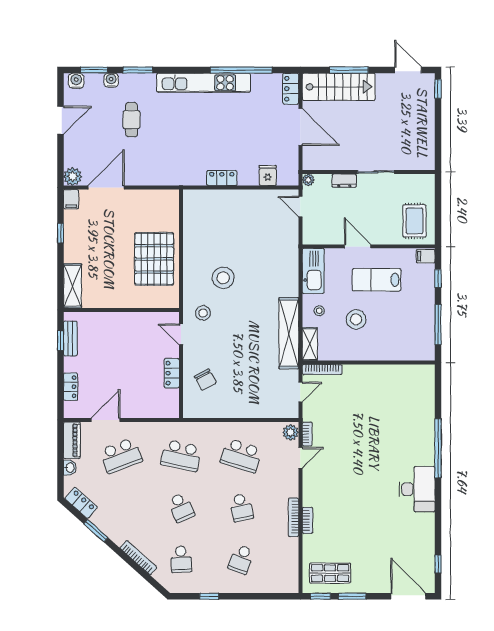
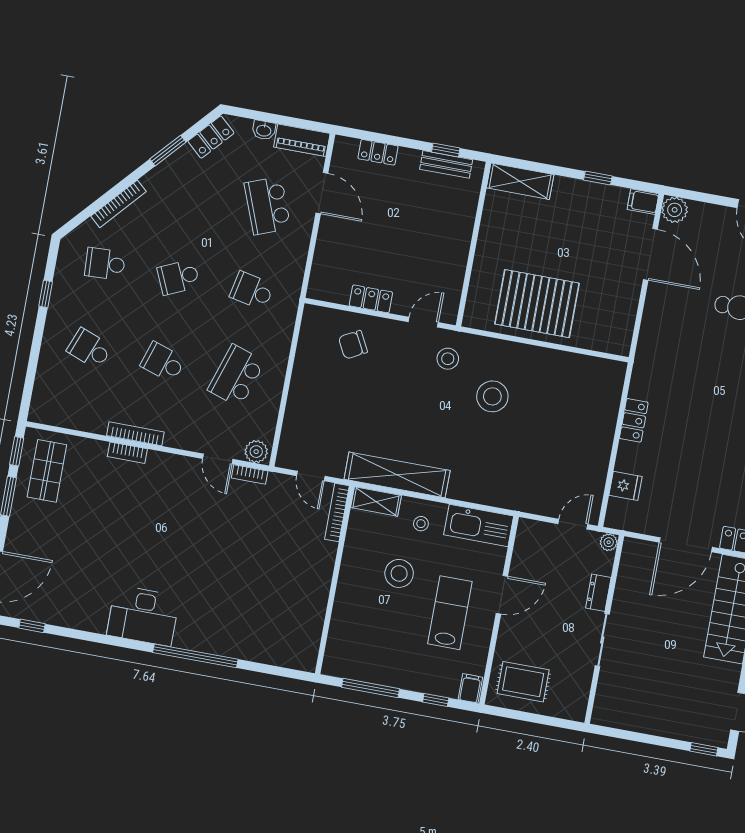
school desk: (181, 456) -> (252, 291), width x0.54
school desk: (241, 507) -> (163, 362), turned 30

